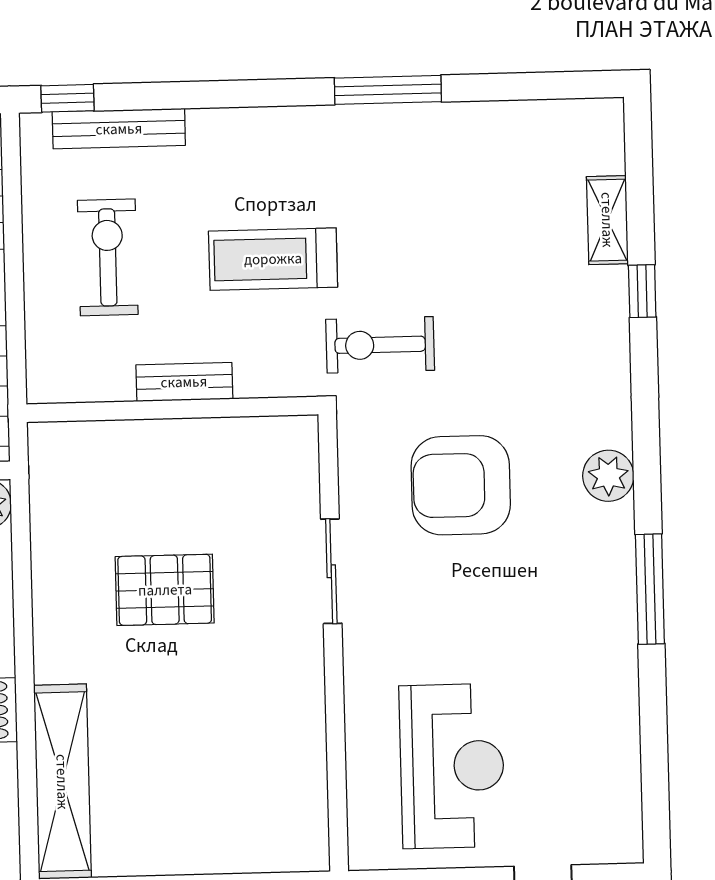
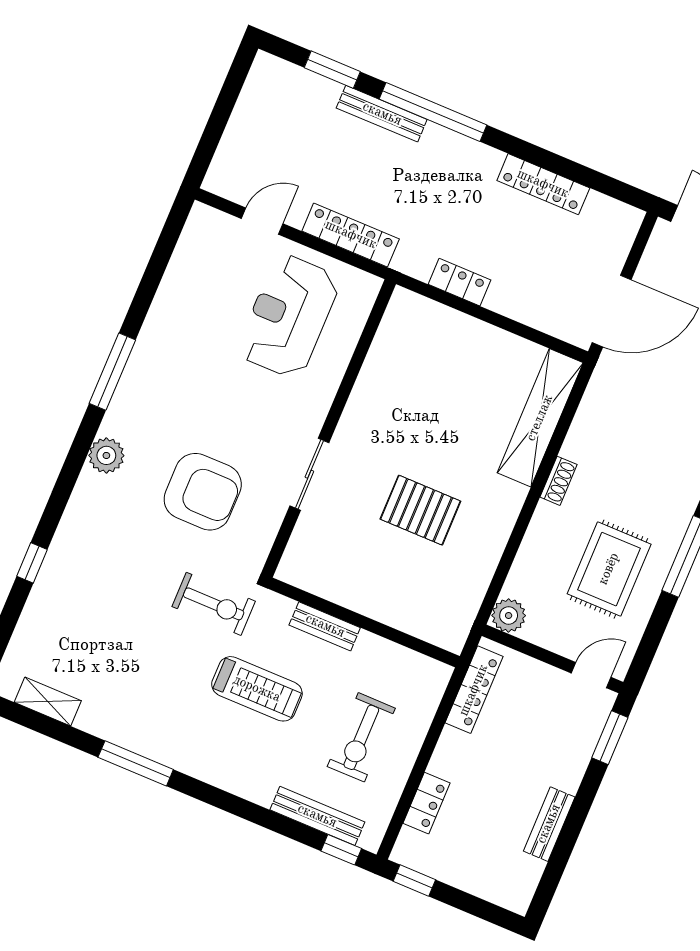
shelving: (607, 220) -> (48, 702), moved, turned 90
bench: (184, 382) -> (325, 626), moved

